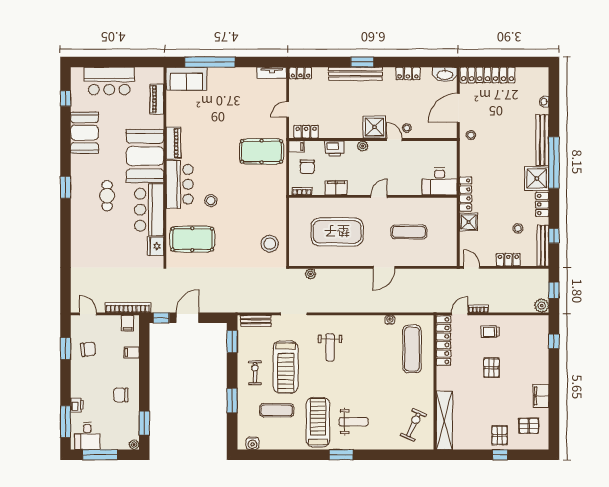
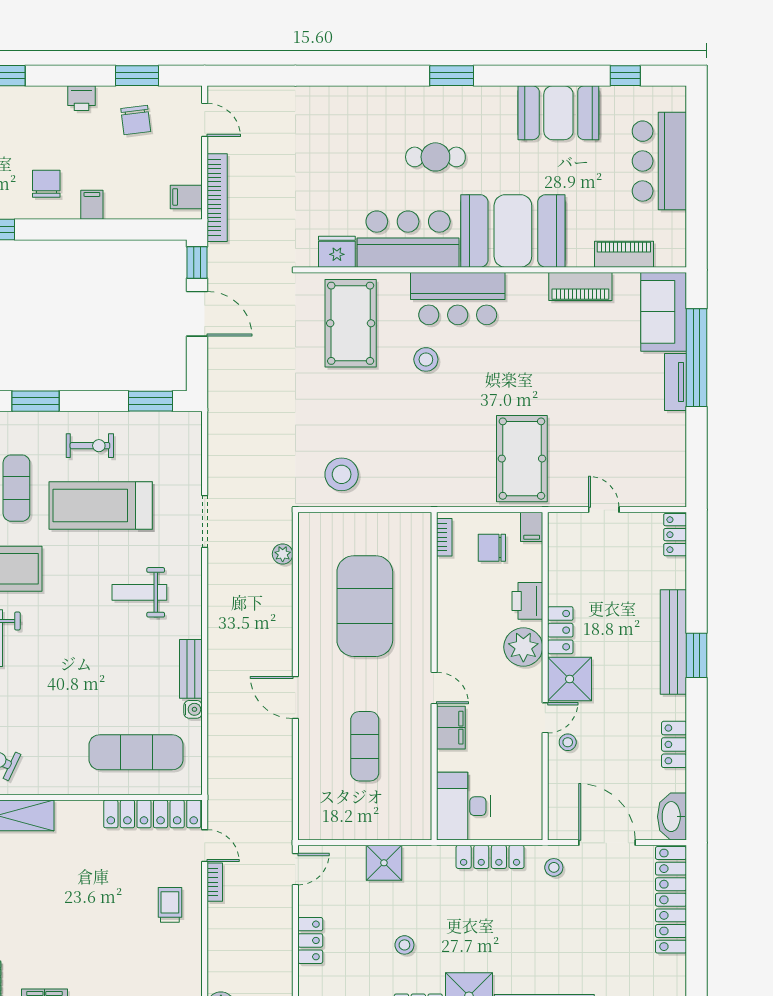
tv unit: (272, 73) -> (676, 382), moved
locker: (306, 132) -> (560, 630), moved
piano: (173, 143) -> (580, 287), moved
plant: (363, 146) -> (523, 647), width x1.87, depth x1.87
filing cabinet: (336, 188) -> (451, 728), moved
locker: (466, 194) -> (490, 857), moved
stool: (518, 228) -> (404, 945), moved
door: (88, 314) -> (205, 120), hinge flipped
bench: (256, 321) -> (191, 669), moved
filing cabinet: (132, 352) -> (92, 205), moved
pallet: (491, 368) -> (100, 907), removed
printer: (77, 405) -> (82, 98), moved

